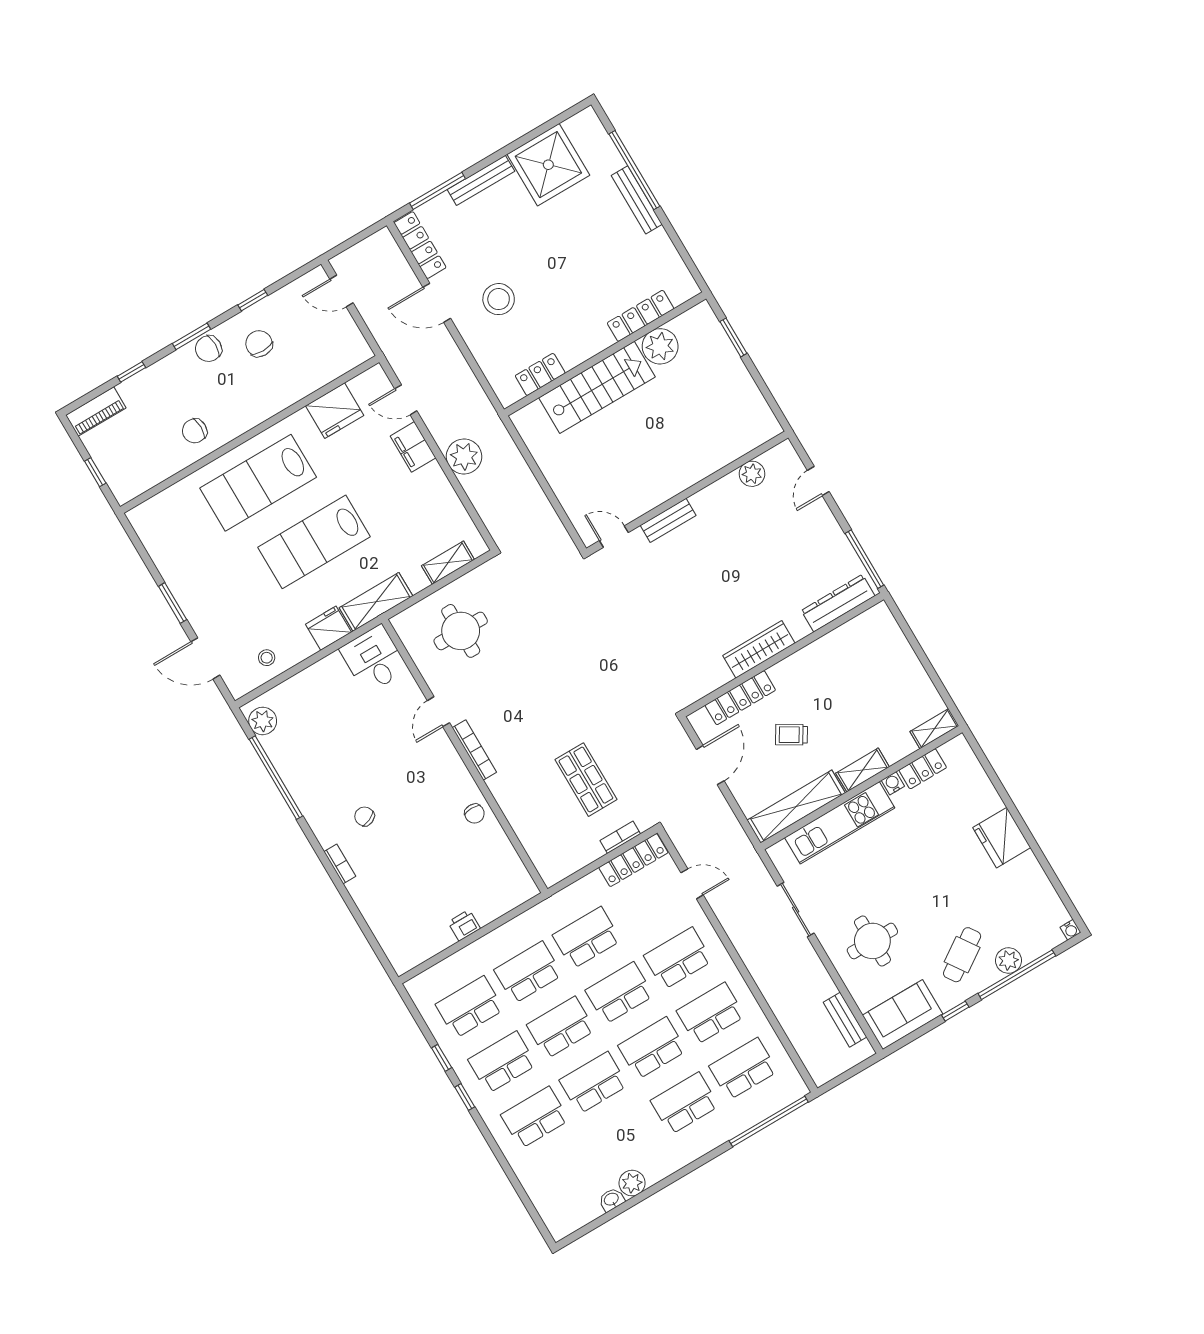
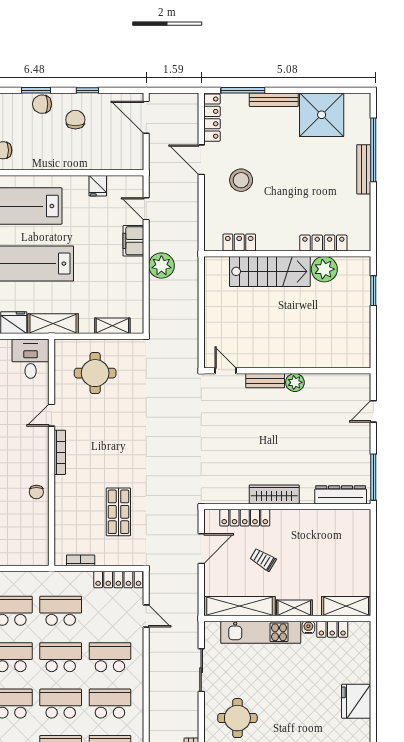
door: (341, 291) -> (146, 117), width x1.38
fridge: (335, 411) -> (98, 186), width x0.53, depth x0.75
plant: (752, 474) -> (295, 382), moved
shelving: (934, 729) -> (346, 606), width x1.50, depth x1.33
bookcase: (620, 837) -> (81, 560), moved

